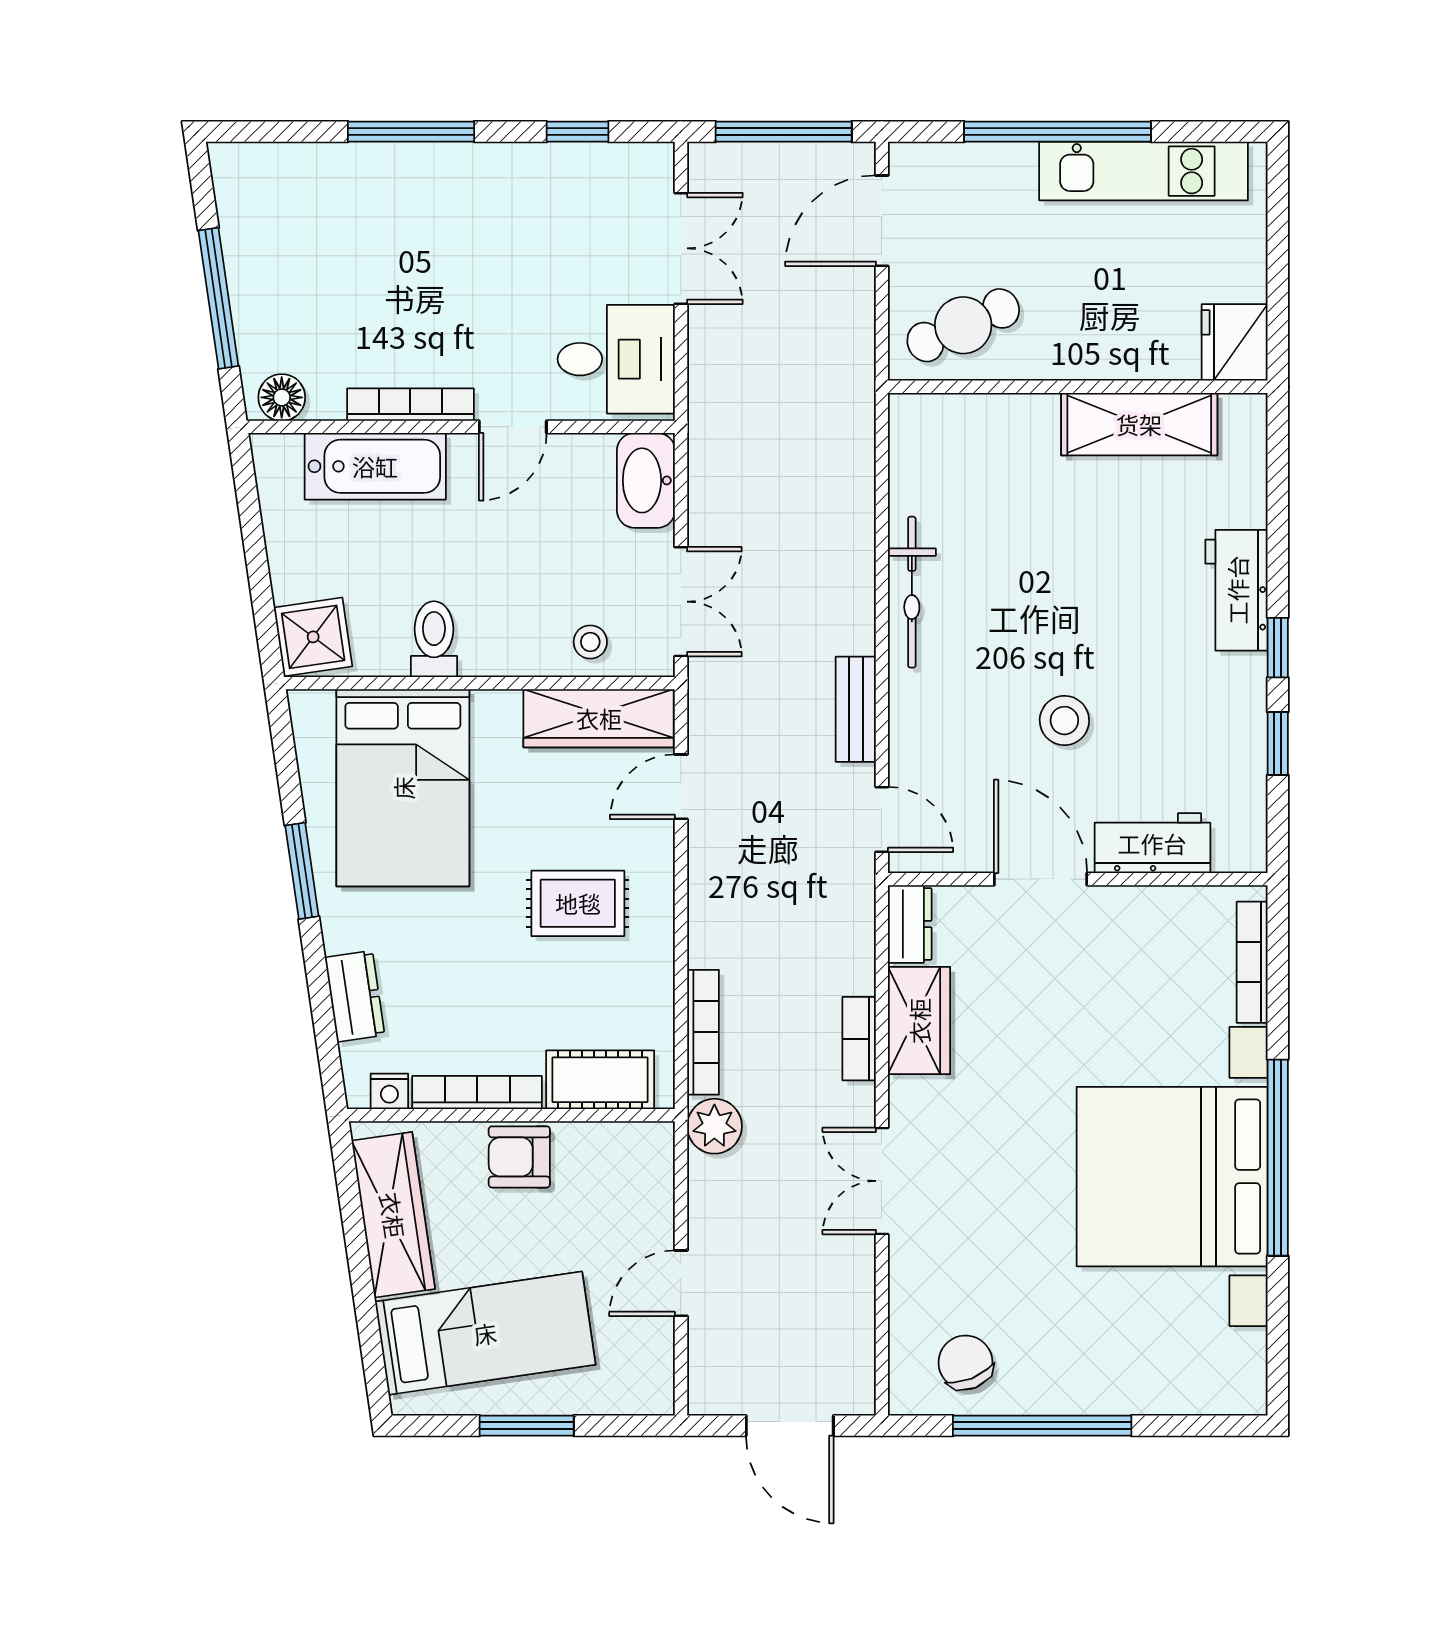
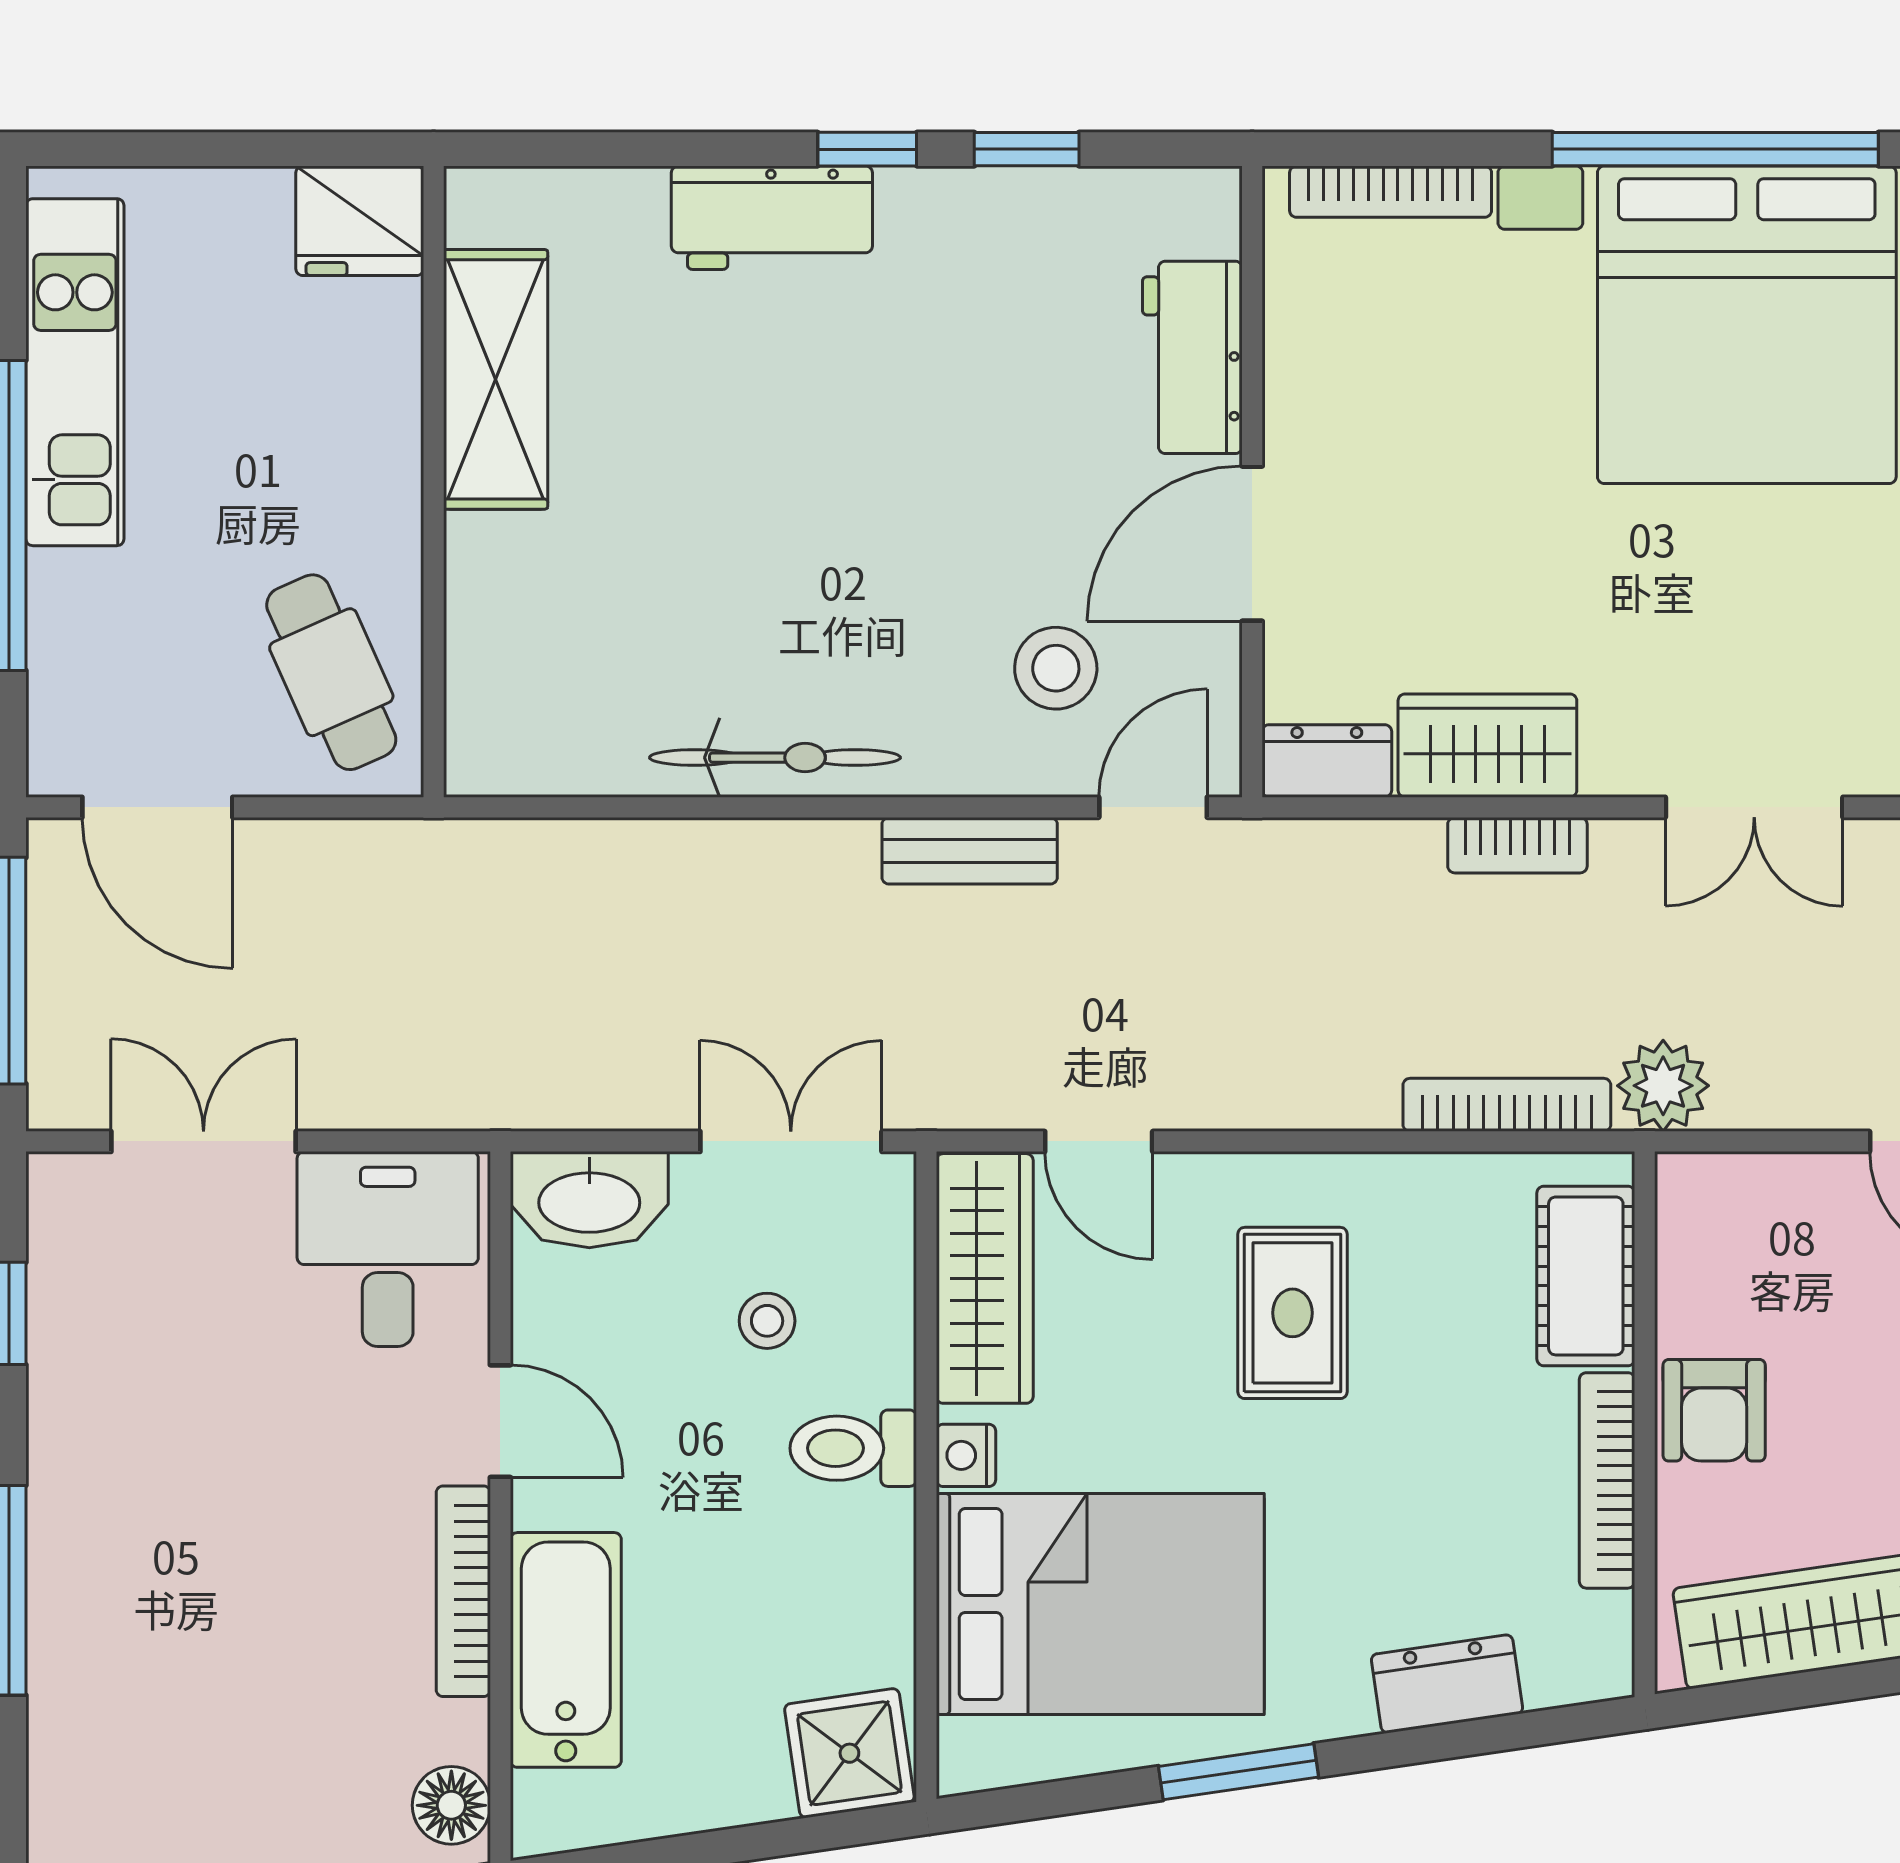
toilet: (434, 639) -> (853, 1448), moved
stool: (590, 642) -> (767, 1321), moved
stool: (1064, 721) -> (1056, 668), moved
nightstand: (389, 1091) -> (966, 1455), moved, turned 180

